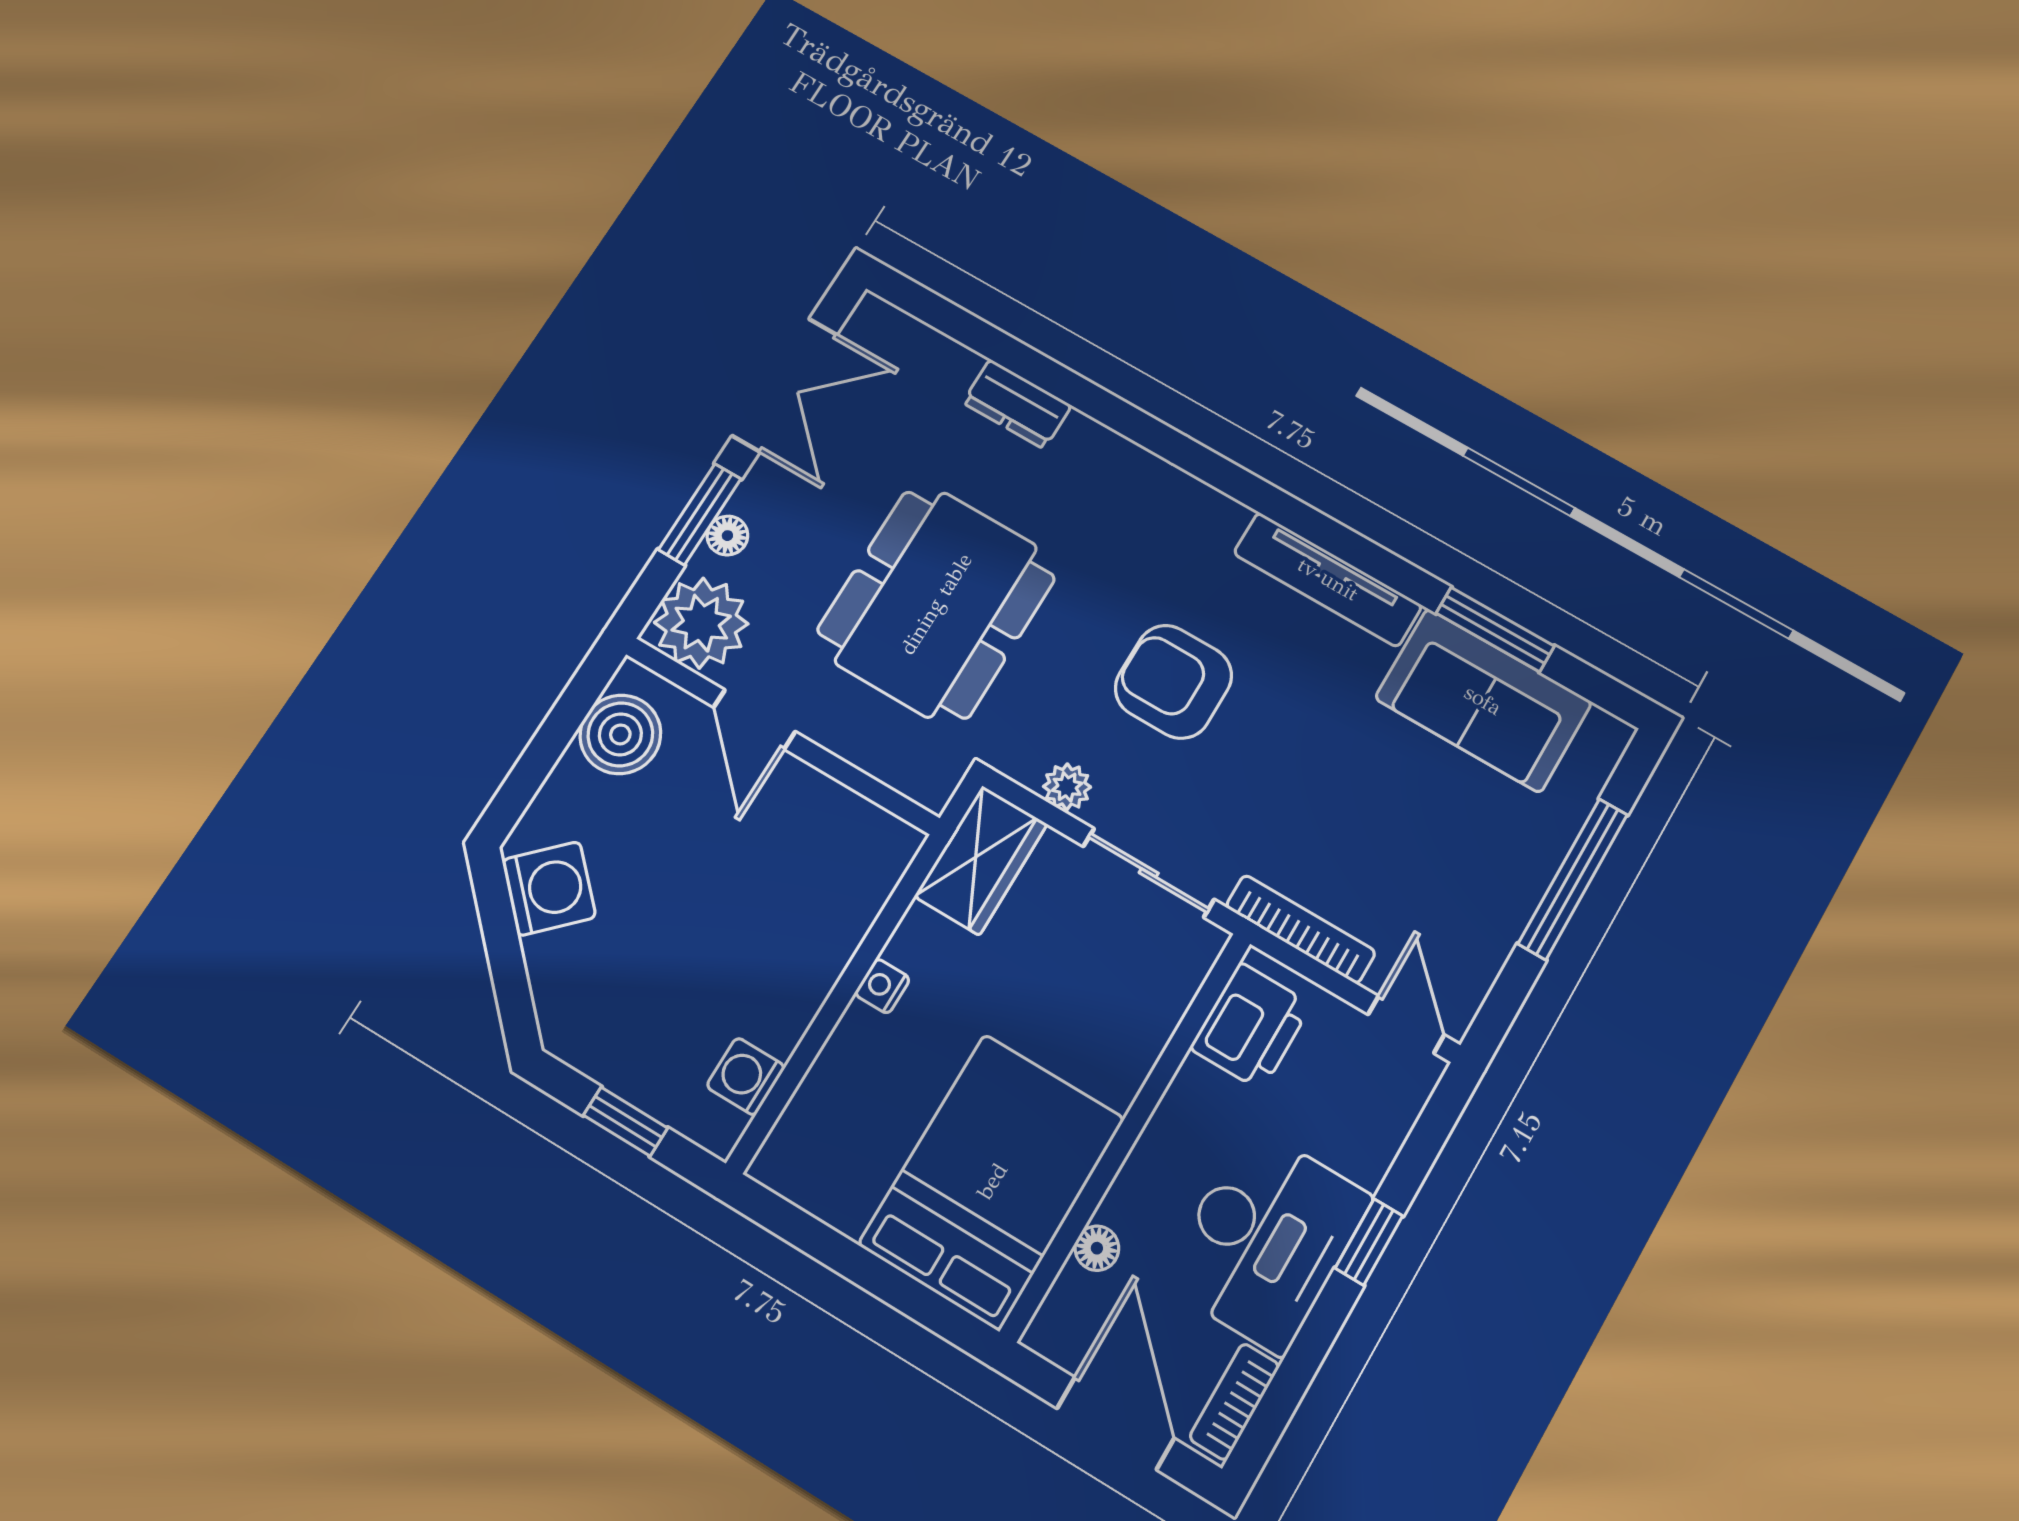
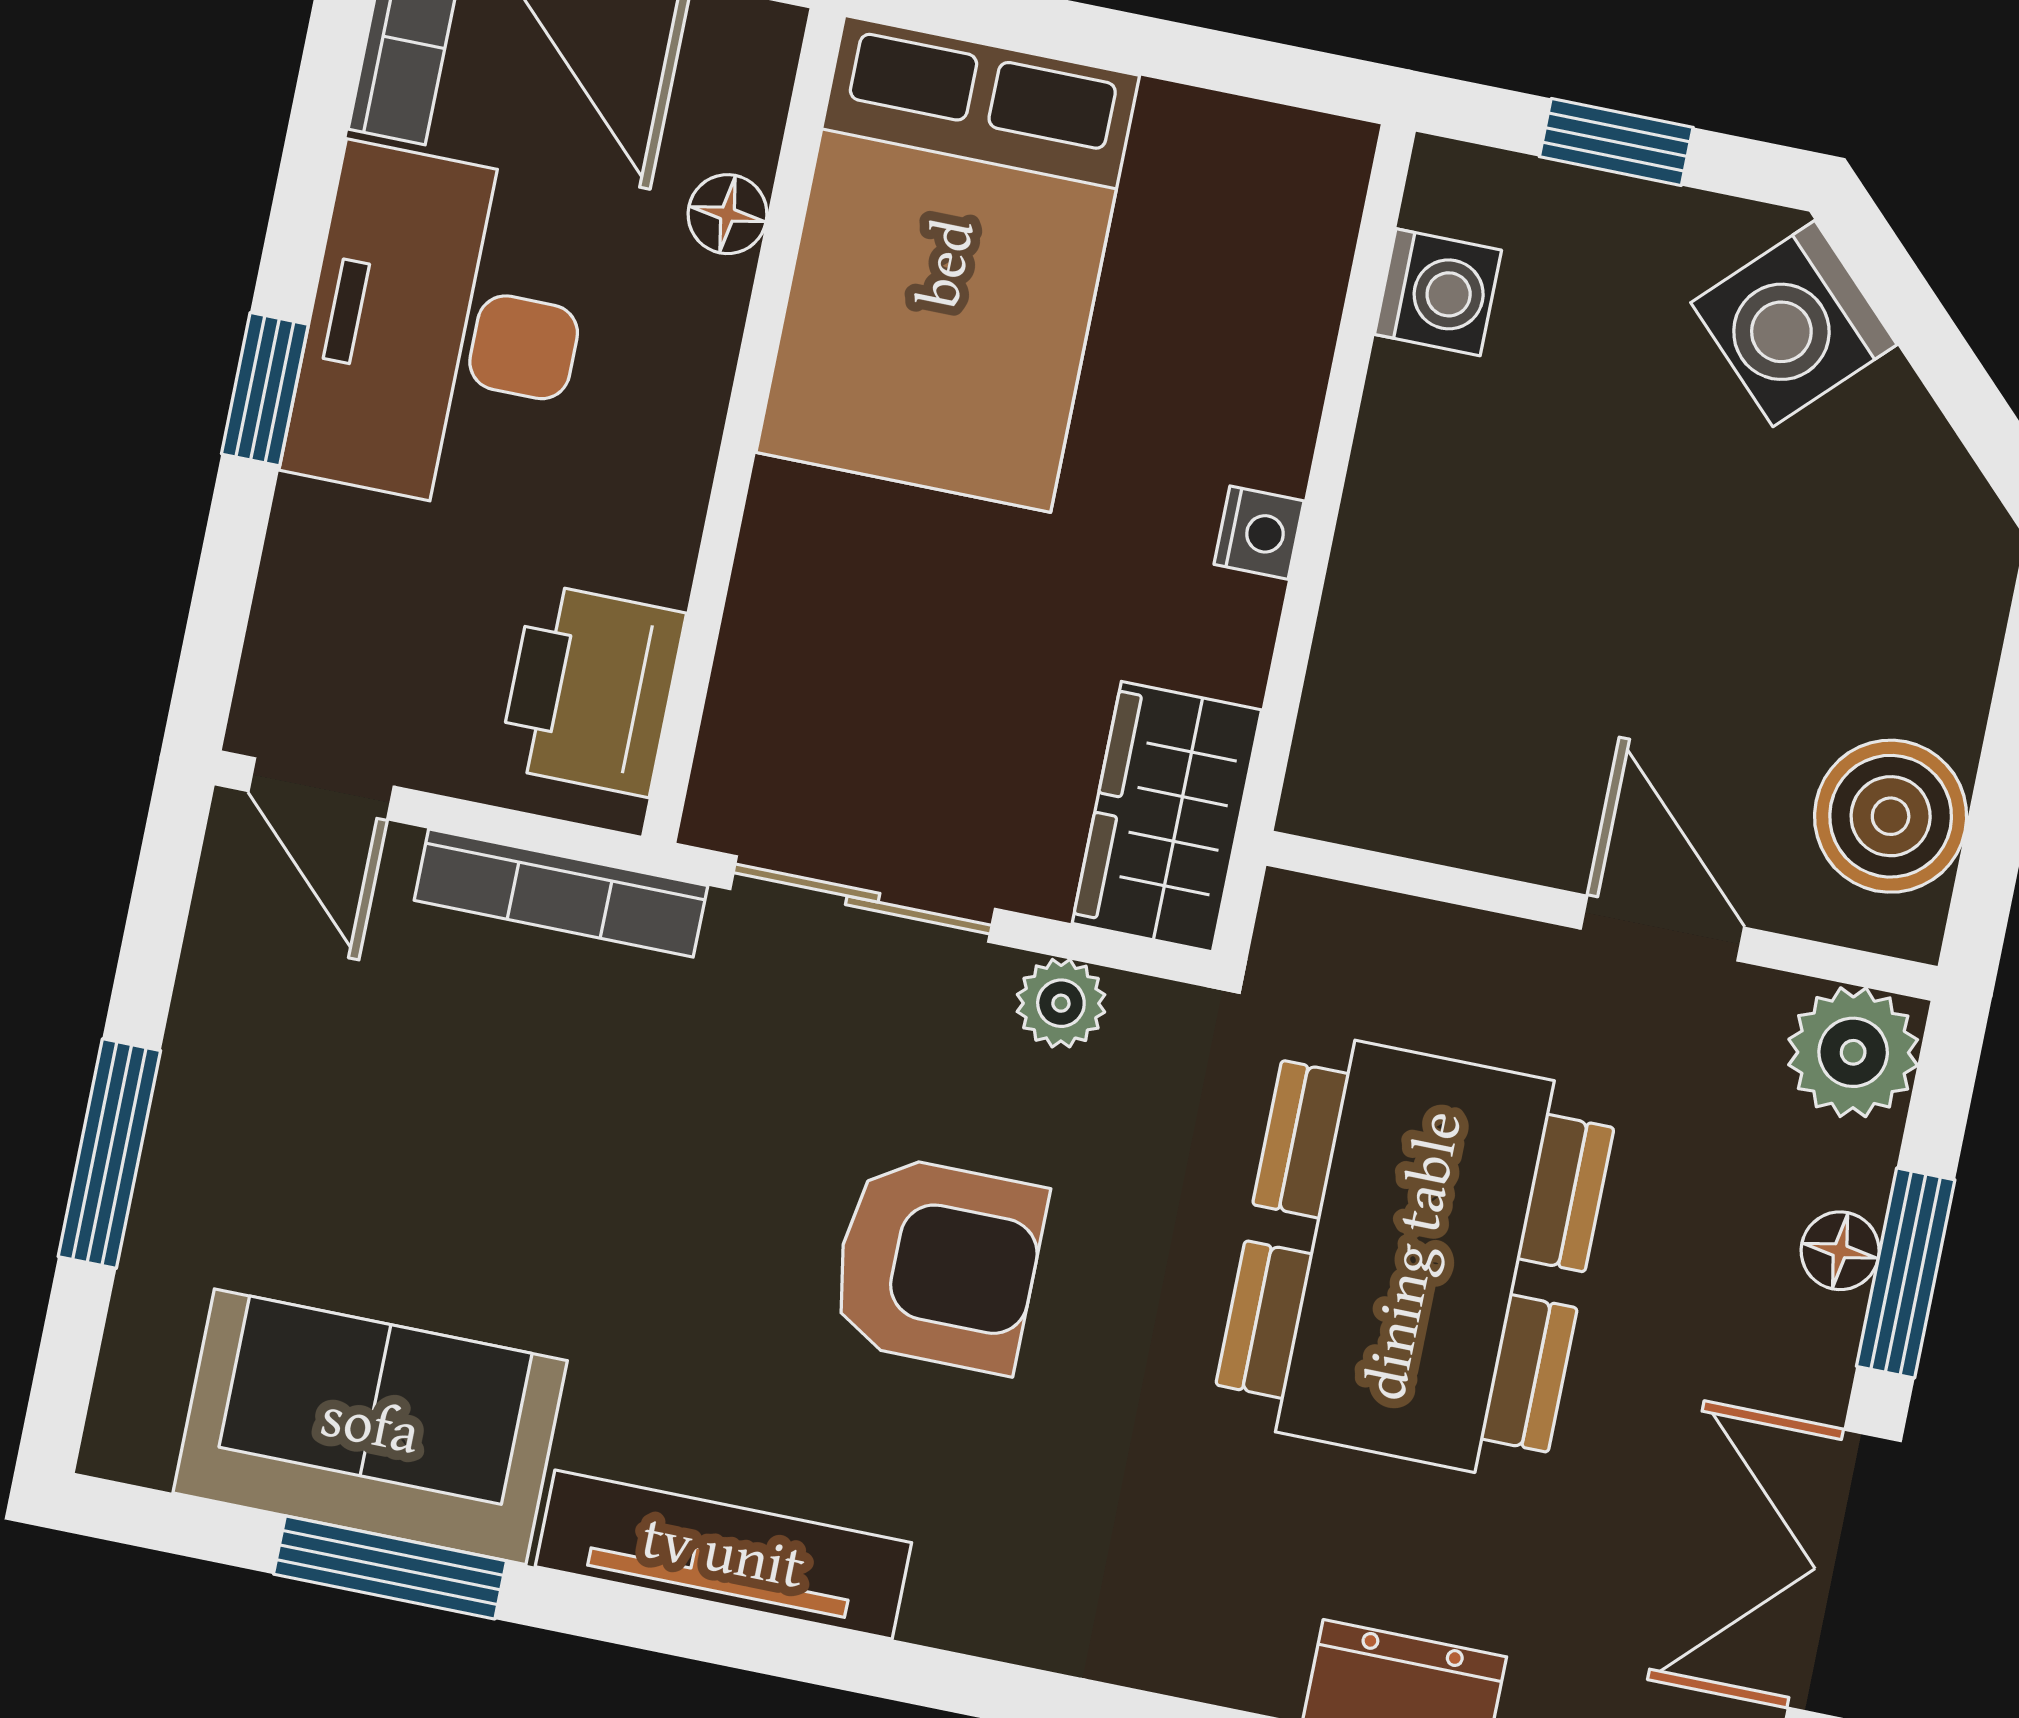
plant: (701, 623) -> (1853, 1052), width x0.73, depth x0.73
window: (1573, 879) -> (109, 1154), width x0.69
washing machine: (549, 889) -> (1794, 324), moved

